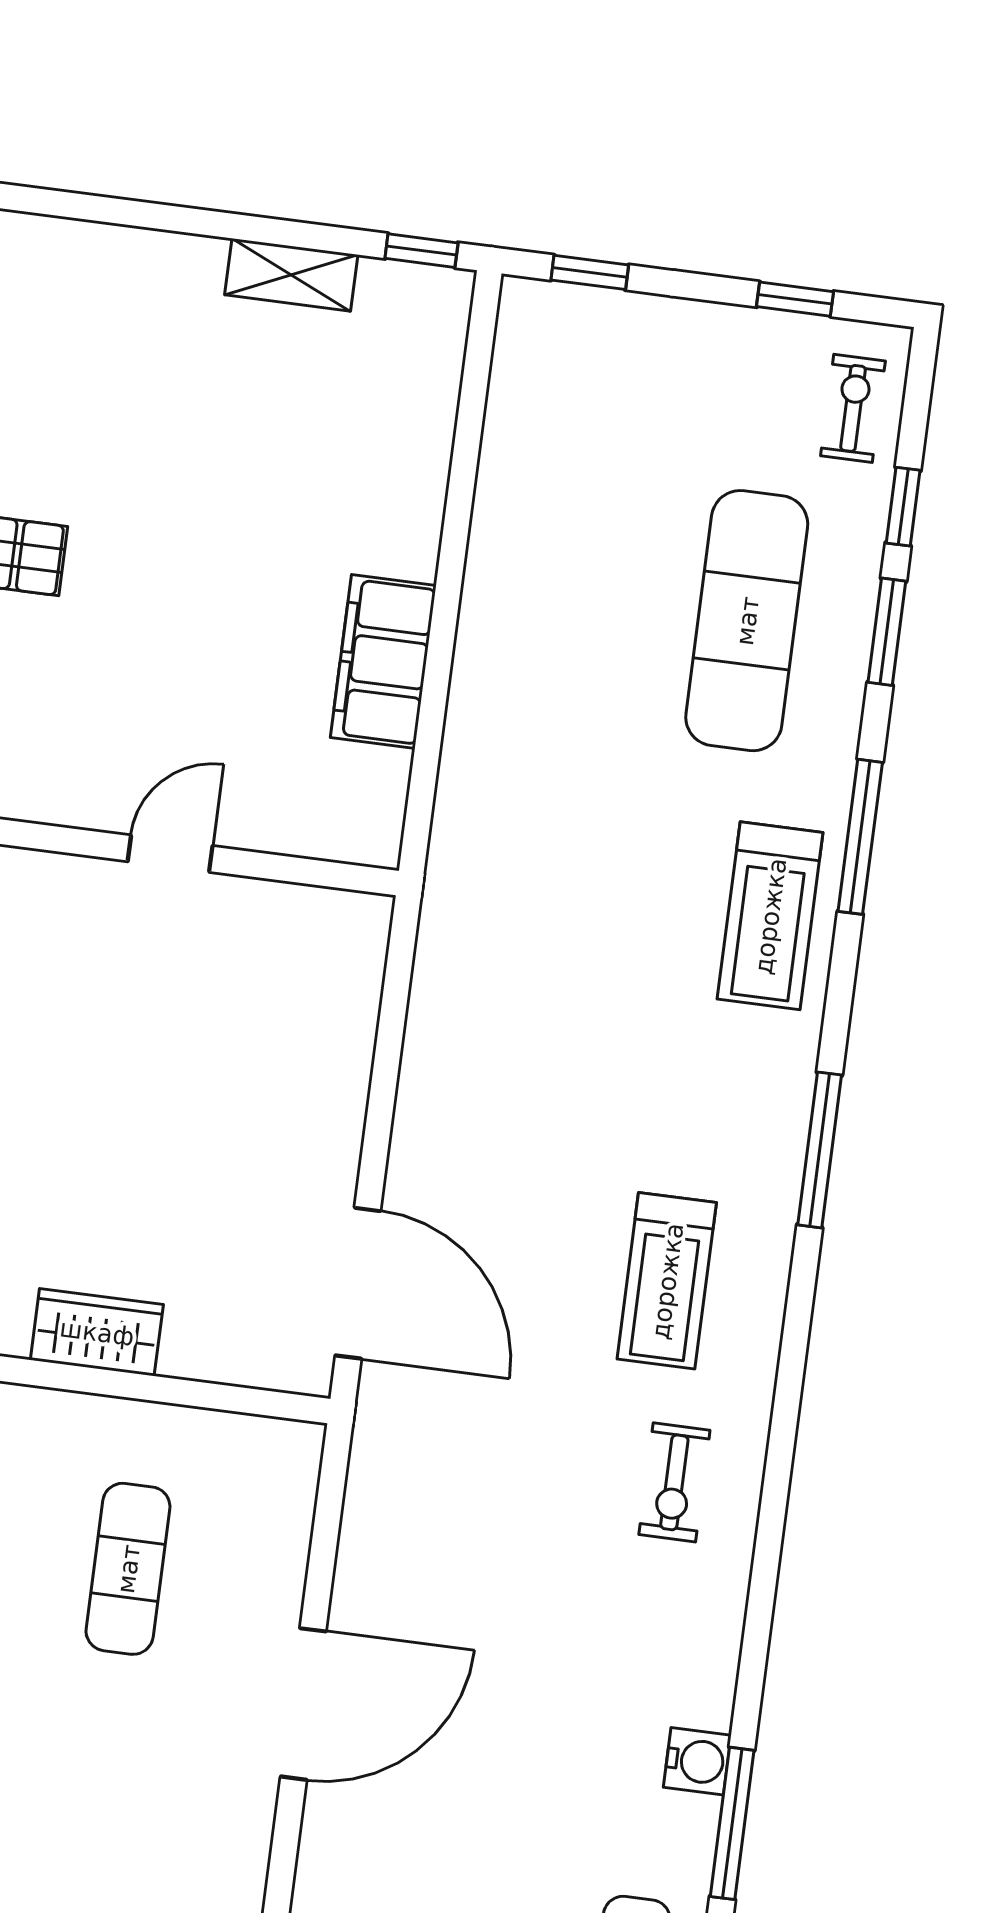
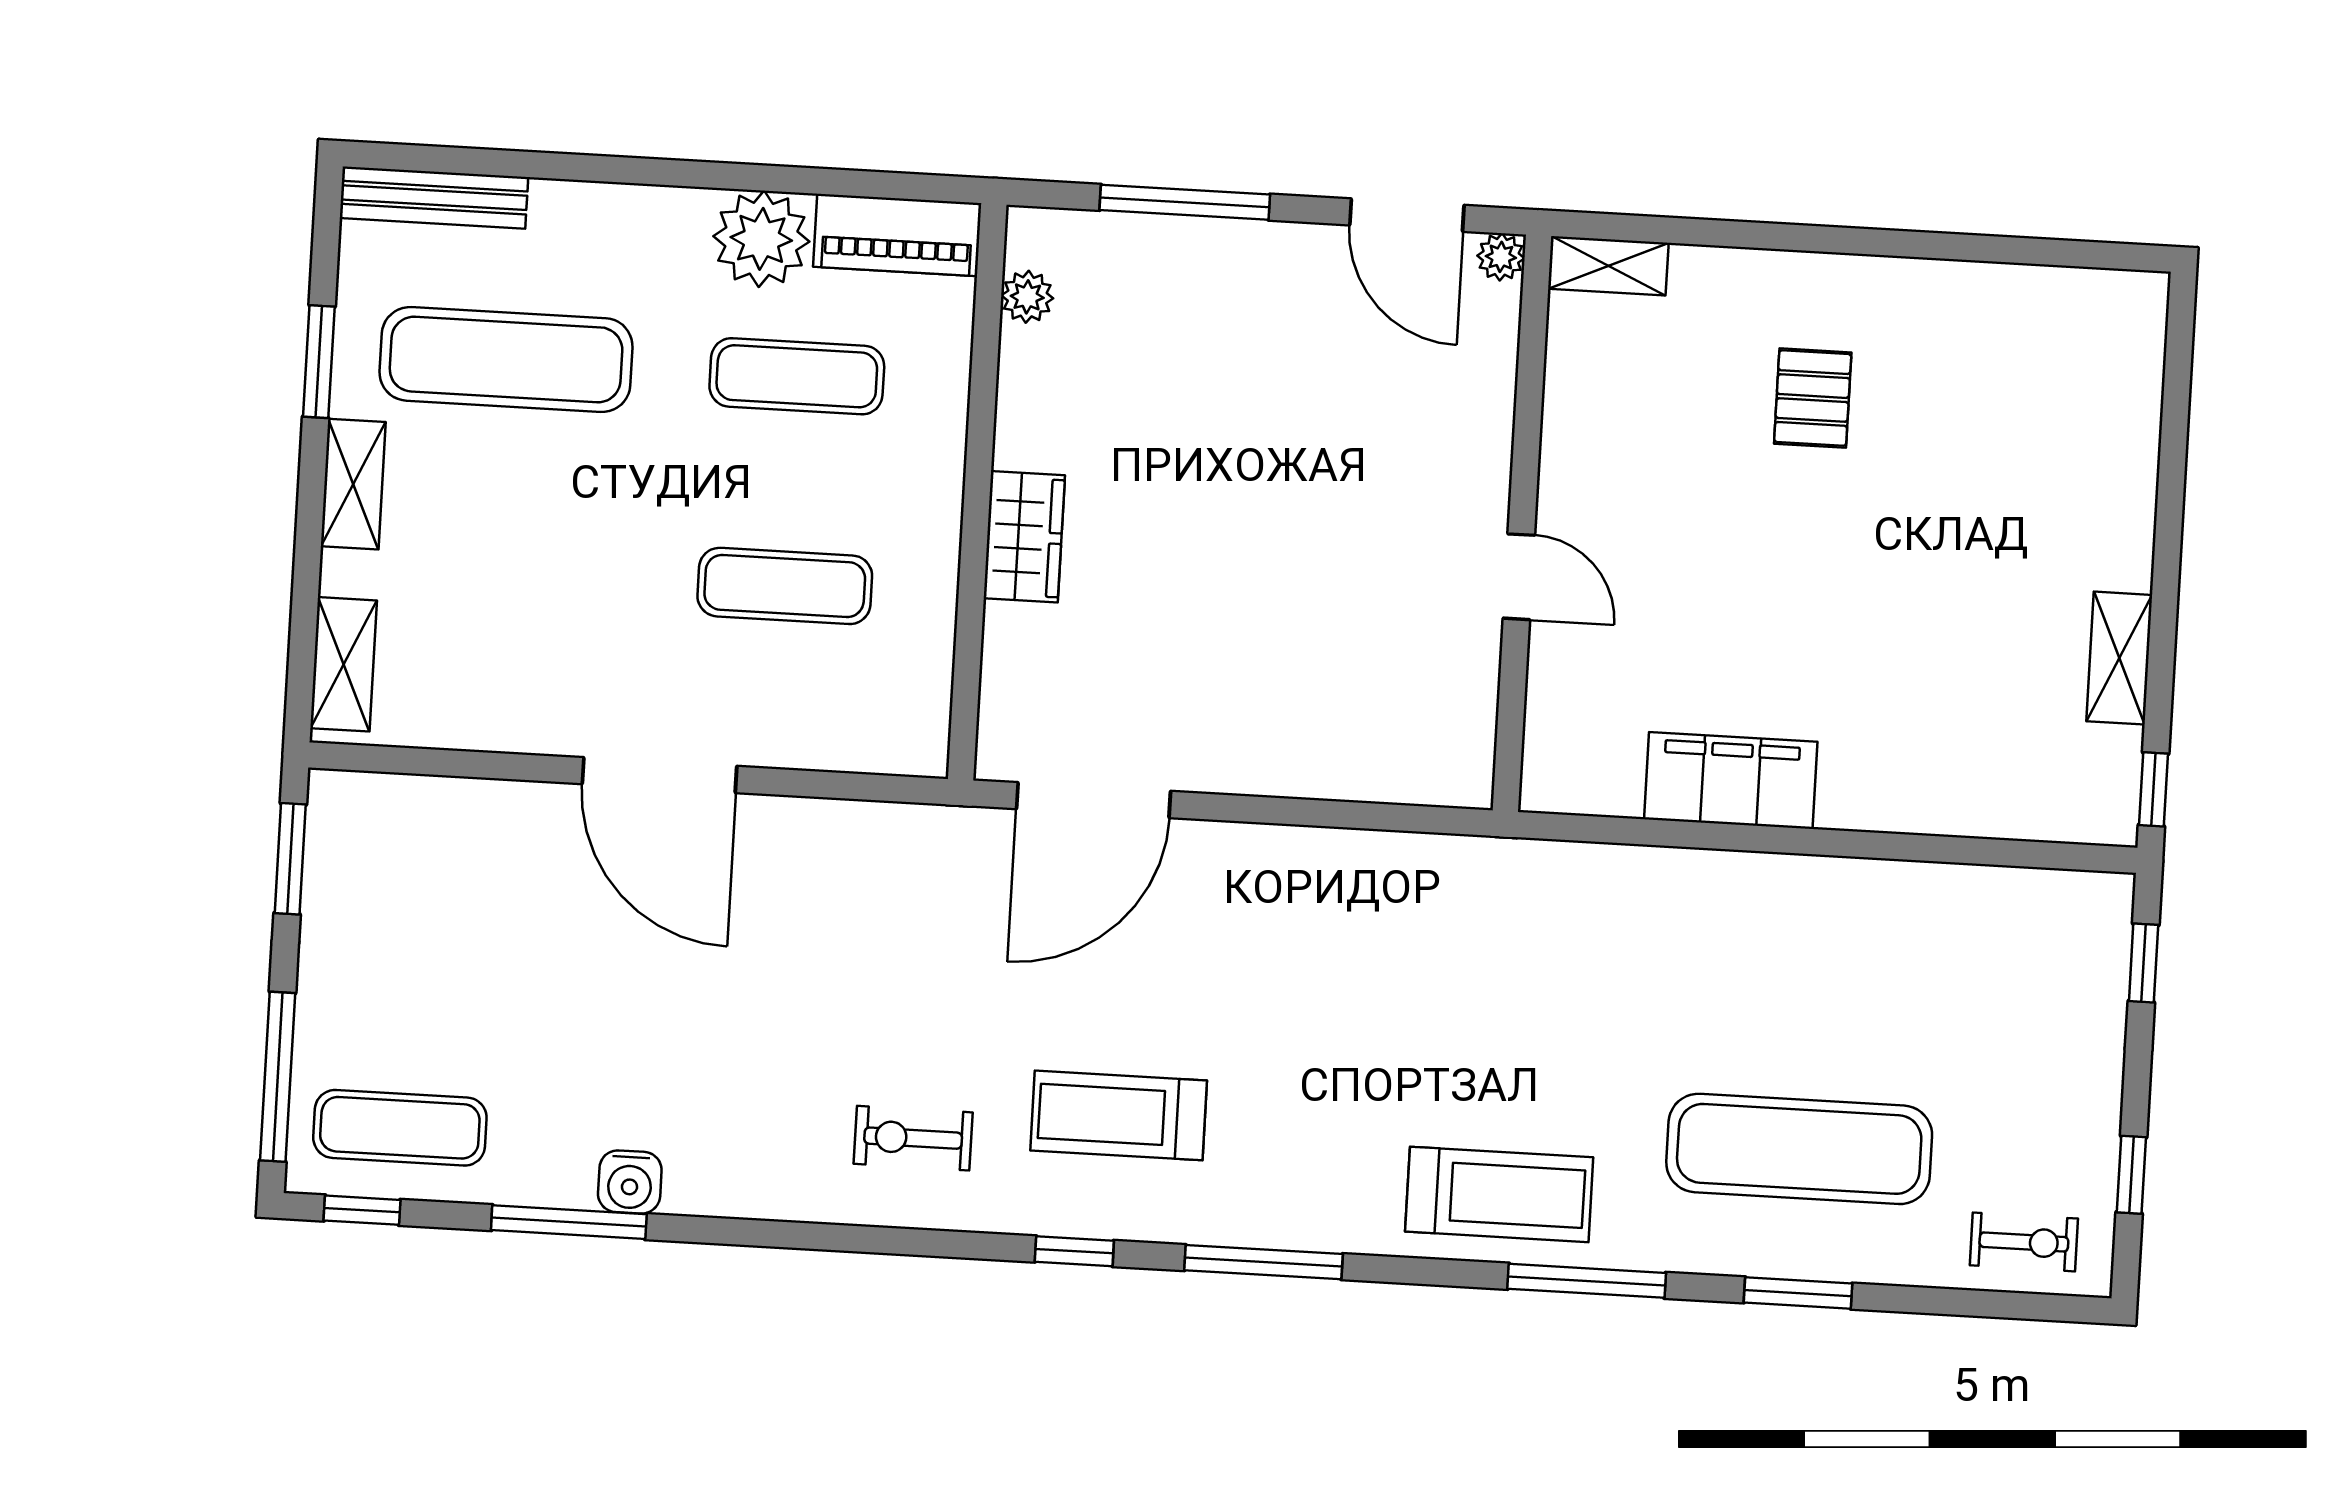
window: (903, 507) -> (1074, 1251), moved
treadmill: (770, 916) -> (1499, 1194), turned 180

